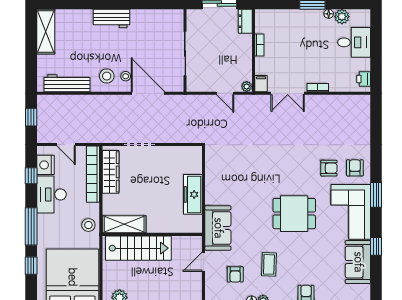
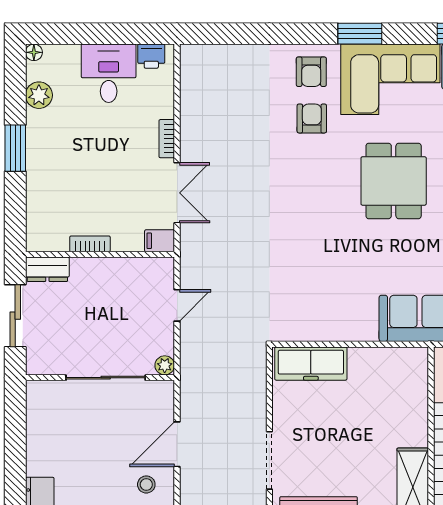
floor lamp: (329, 14) -> (34, 52), moved
desk: (354, 42) -> (109, 73), moved
plant: (247, 86) -> (165, 365), moved
door: (148, 93) -> (177, 444), width x0.73
armchair: (355, 168) -> (311, 72), turned -90
freezer: (193, 194) -> (311, 364), moved

